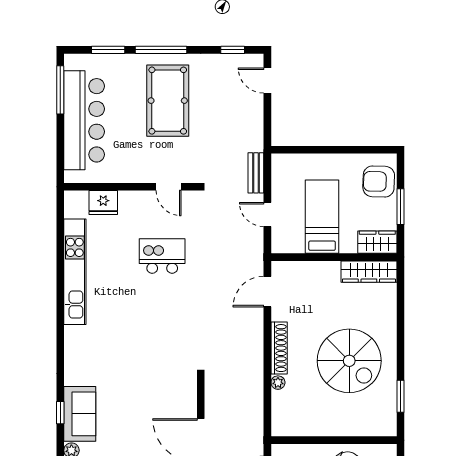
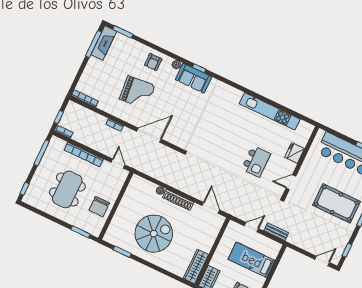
fridge: (103, 203) -> (295, 153), moved
bed: (322, 217) -> (252, 260), moved, turned 180
spiral stairs: (349, 361) -> (154, 234), turned 180

